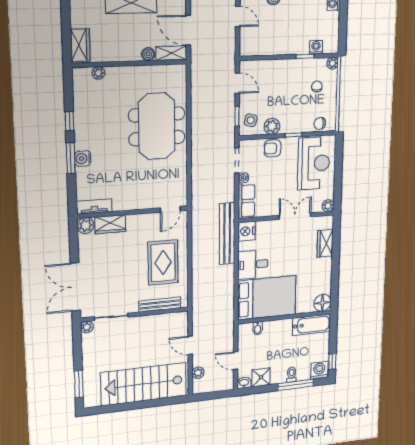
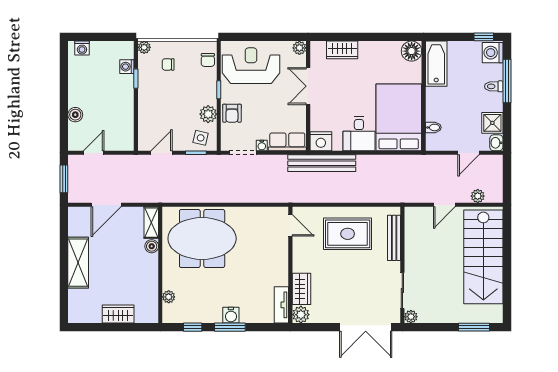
shelving: (171, 53) -> (151, 223), moved
boiler: (148, 54) -> (152, 246), moved
wall: (130, 64) -> (160, 265), moved
plant: (98, 73) -> (169, 297), moved

